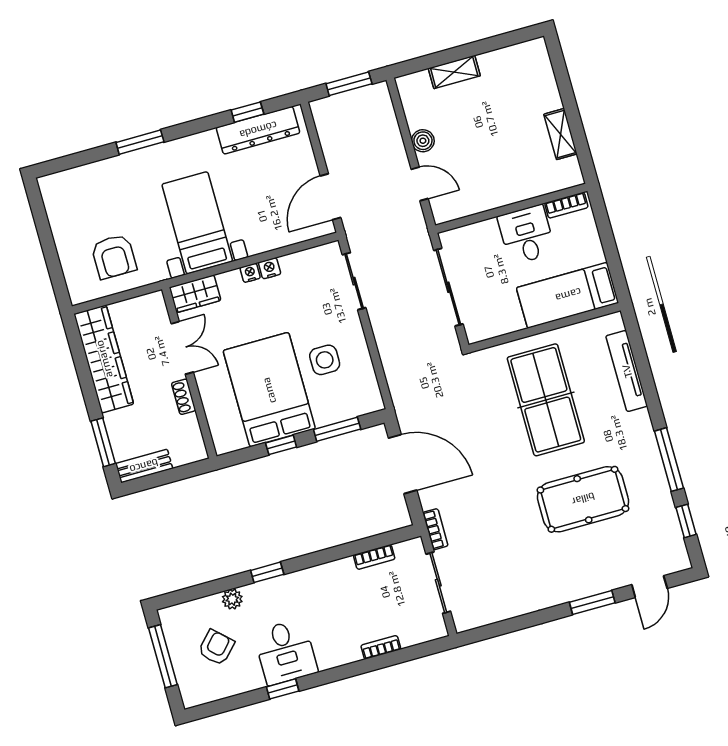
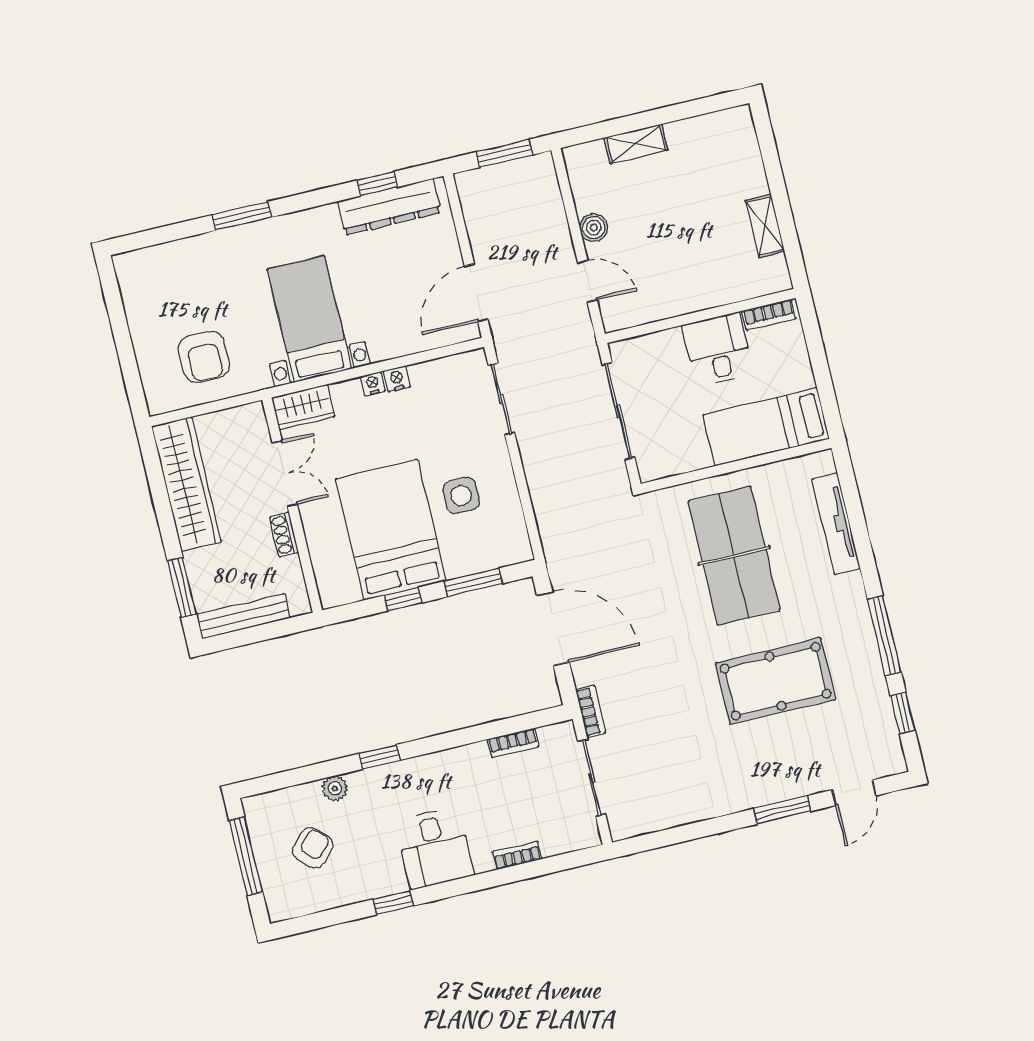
bench: (144, 466) -> (243, 616), width x1.36
desk: (286, 652) -> (435, 848), moved

